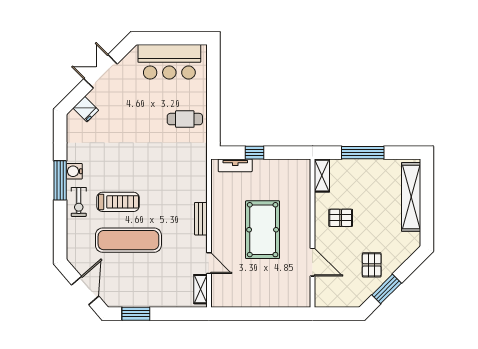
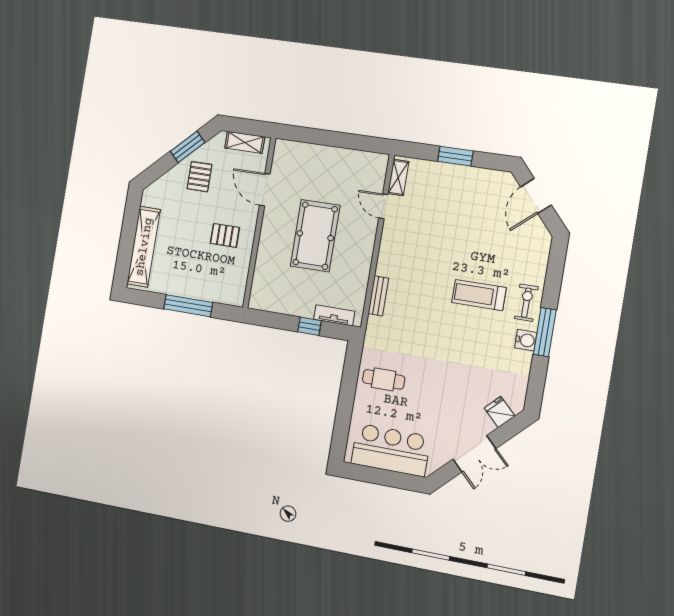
shelving: (322, 176) -> (245, 142), moved, turned 90
bench: (201, 219) -> (378, 296), moved
exercise mat: (128, 240) -> (474, 248), removed
window: (136, 314) -> (455, 156), moved

